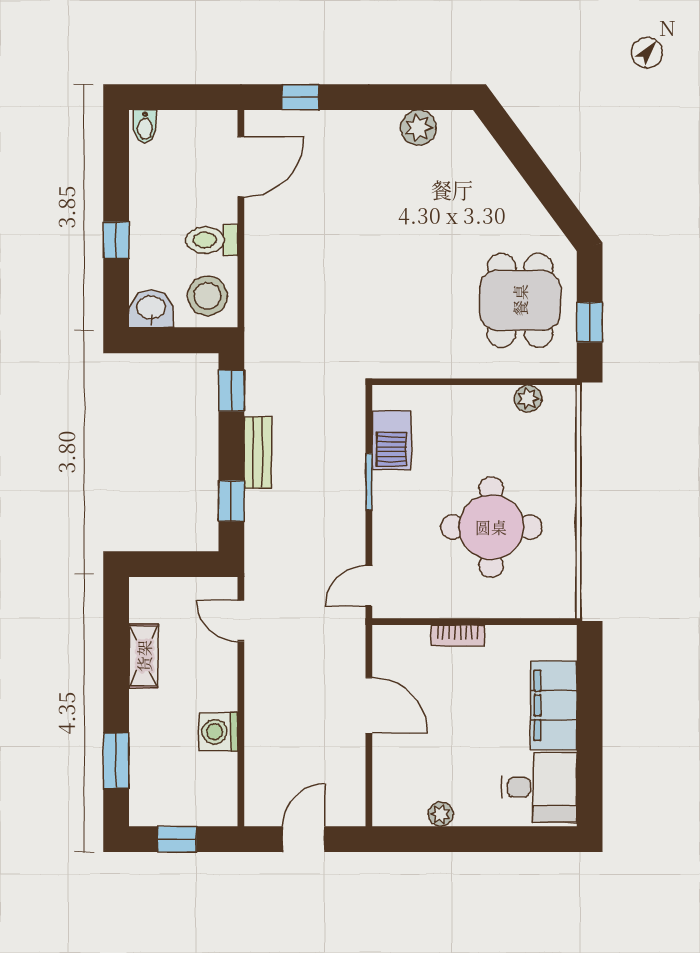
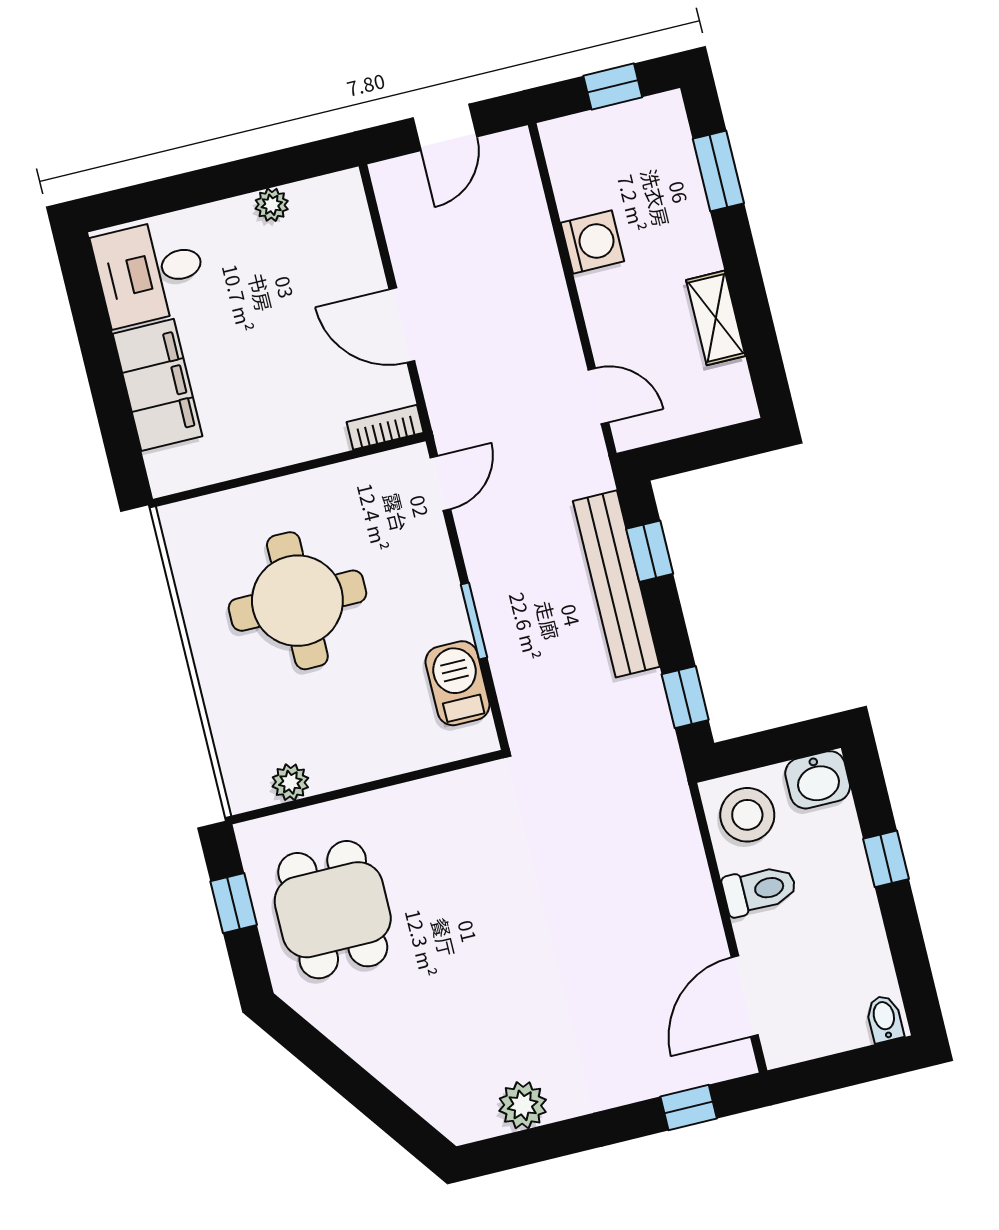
bench: (258, 453) -> (616, 584), width x1.86, depth x1.21
bookcase: (457, 635) -> (385, 427), moved

